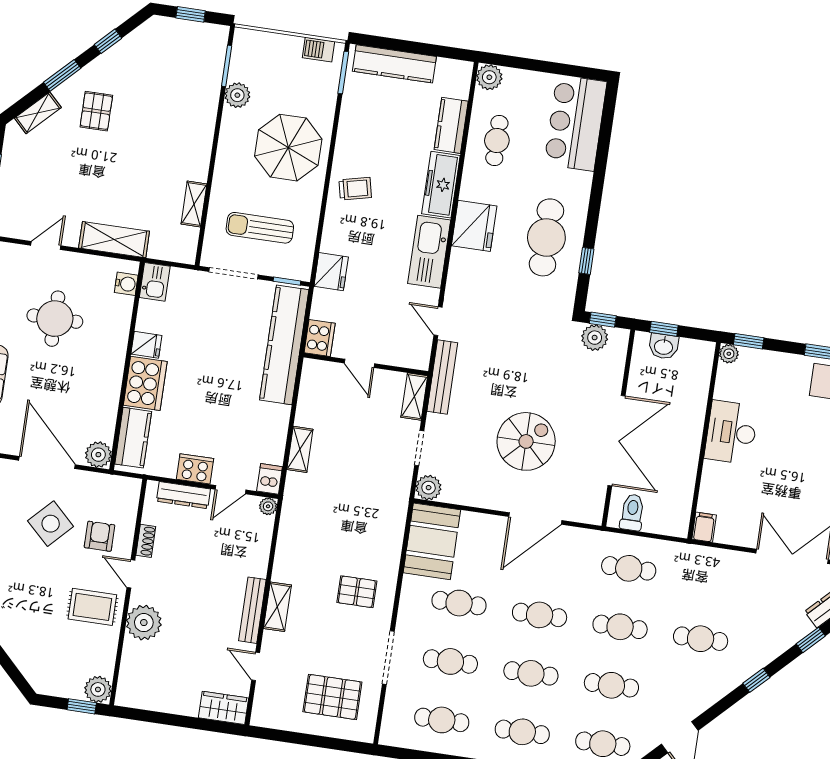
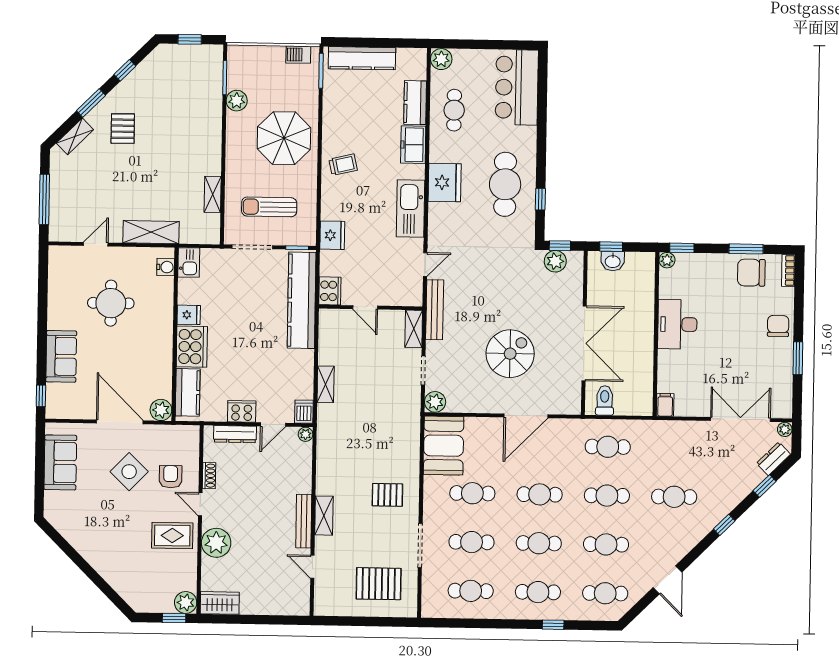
freezer: (441, 185) -> (413, 145), width x0.71
door: (438, 321) -> (425, 264), swing flipped
wardrobe: (224, 708) -> (220, 603), moved

